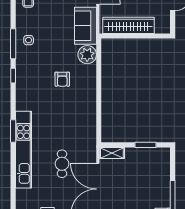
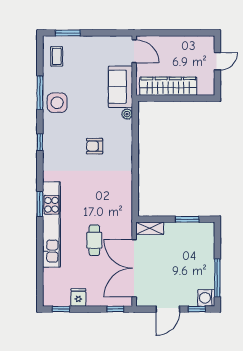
side table: (29, 40) -> (57, 103), width x1.87, depth x1.87
window: (13, 44) -> (40, 93), moved
plant: (87, 55) -> (127, 114), width x0.53, depth x0.53
armchair: (62, 79) -> (95, 146), turned 90

